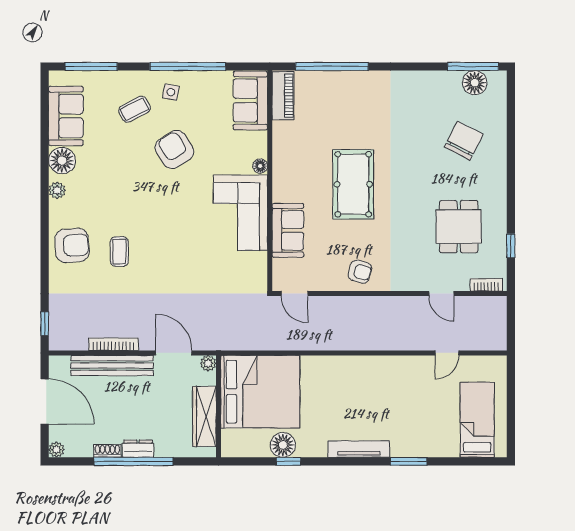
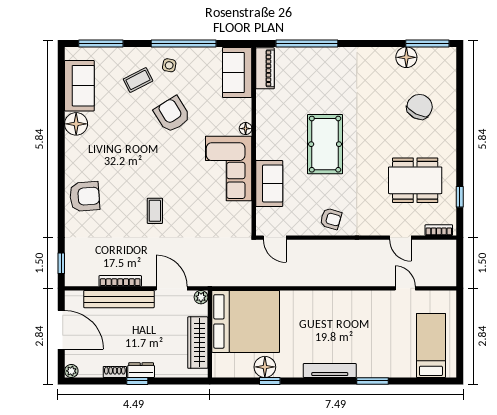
floor lamp: (475, 83) -> (406, 57), moved
plant: (57, 190) -> (72, 149), removed
dining table: (459, 227) -> (415, 180), width x1.38
coffee table: (119, 252) -> (155, 211), moved
door: (447, 353) -> (405, 288), swing flipped
window: (133, 461) -> (137, 381), width x0.32

